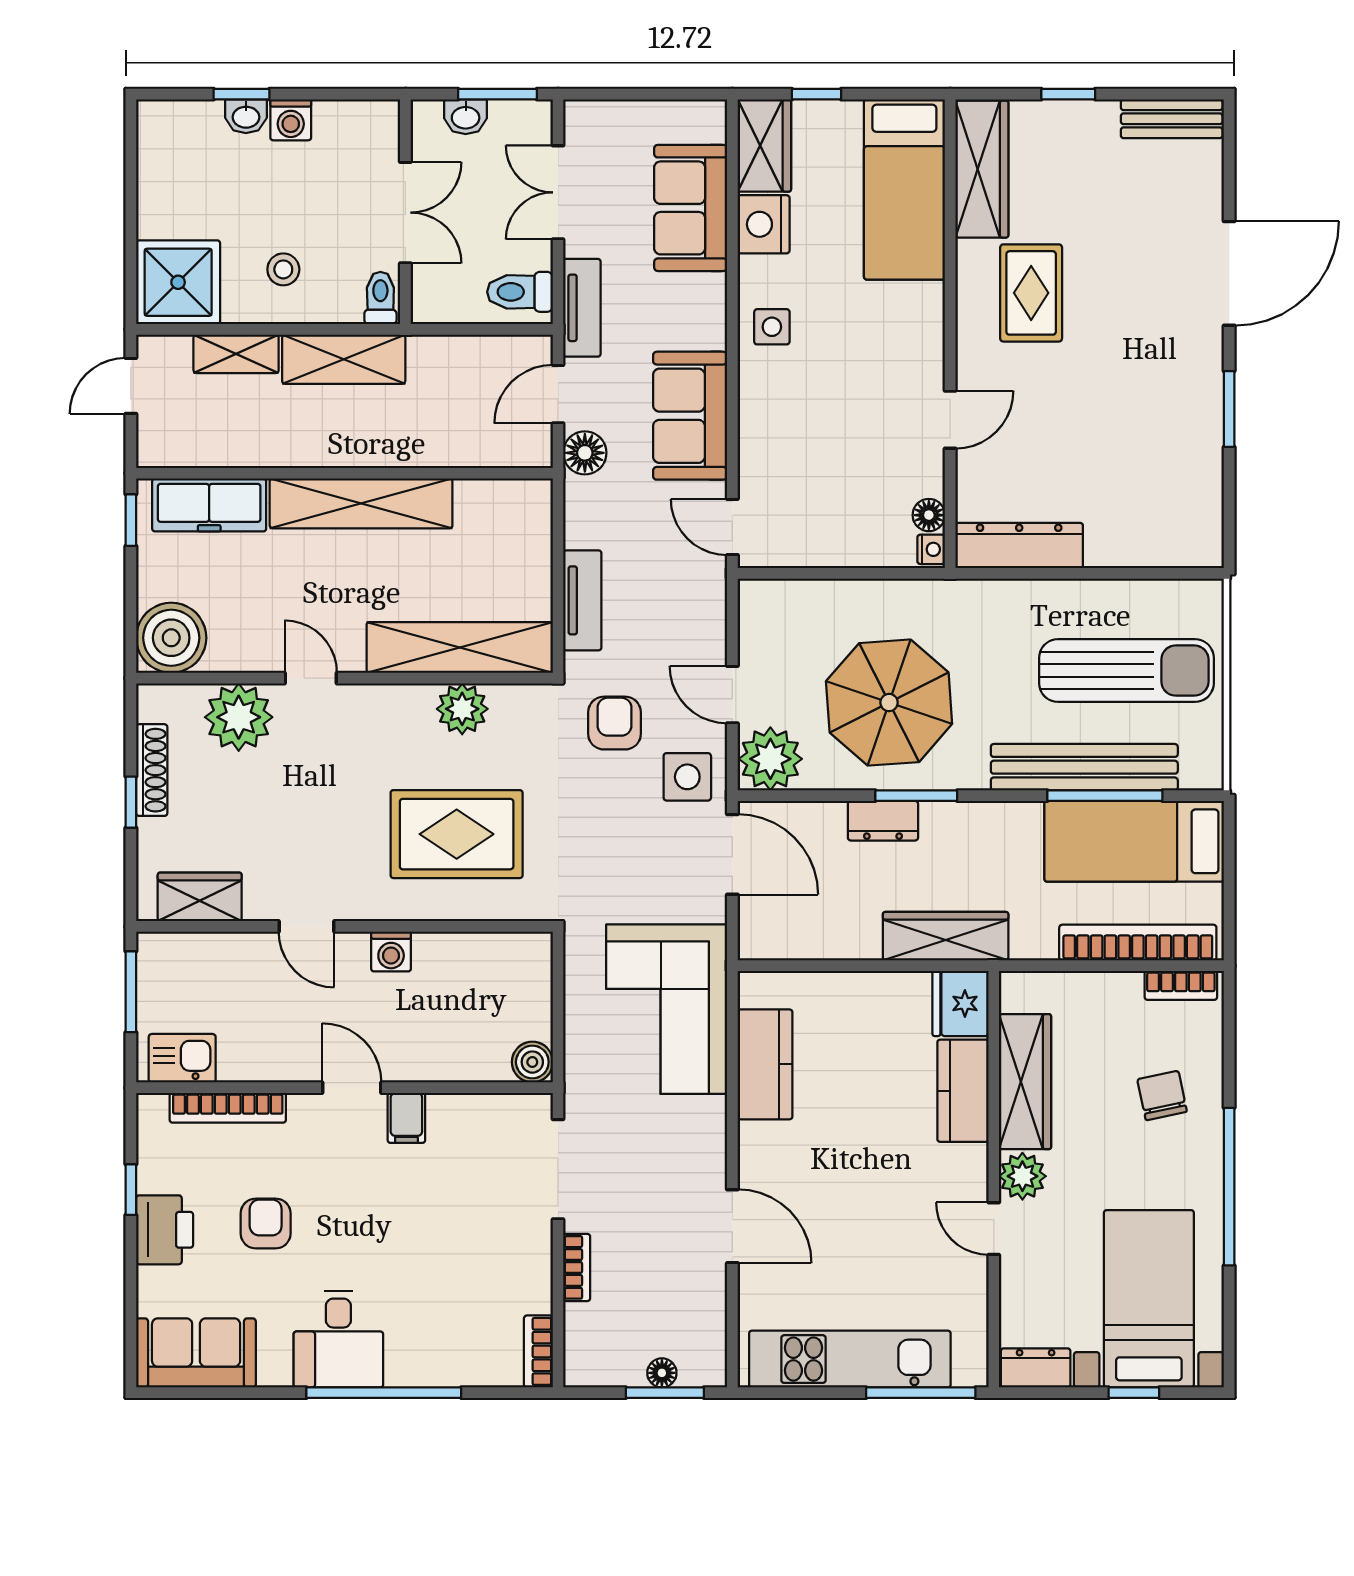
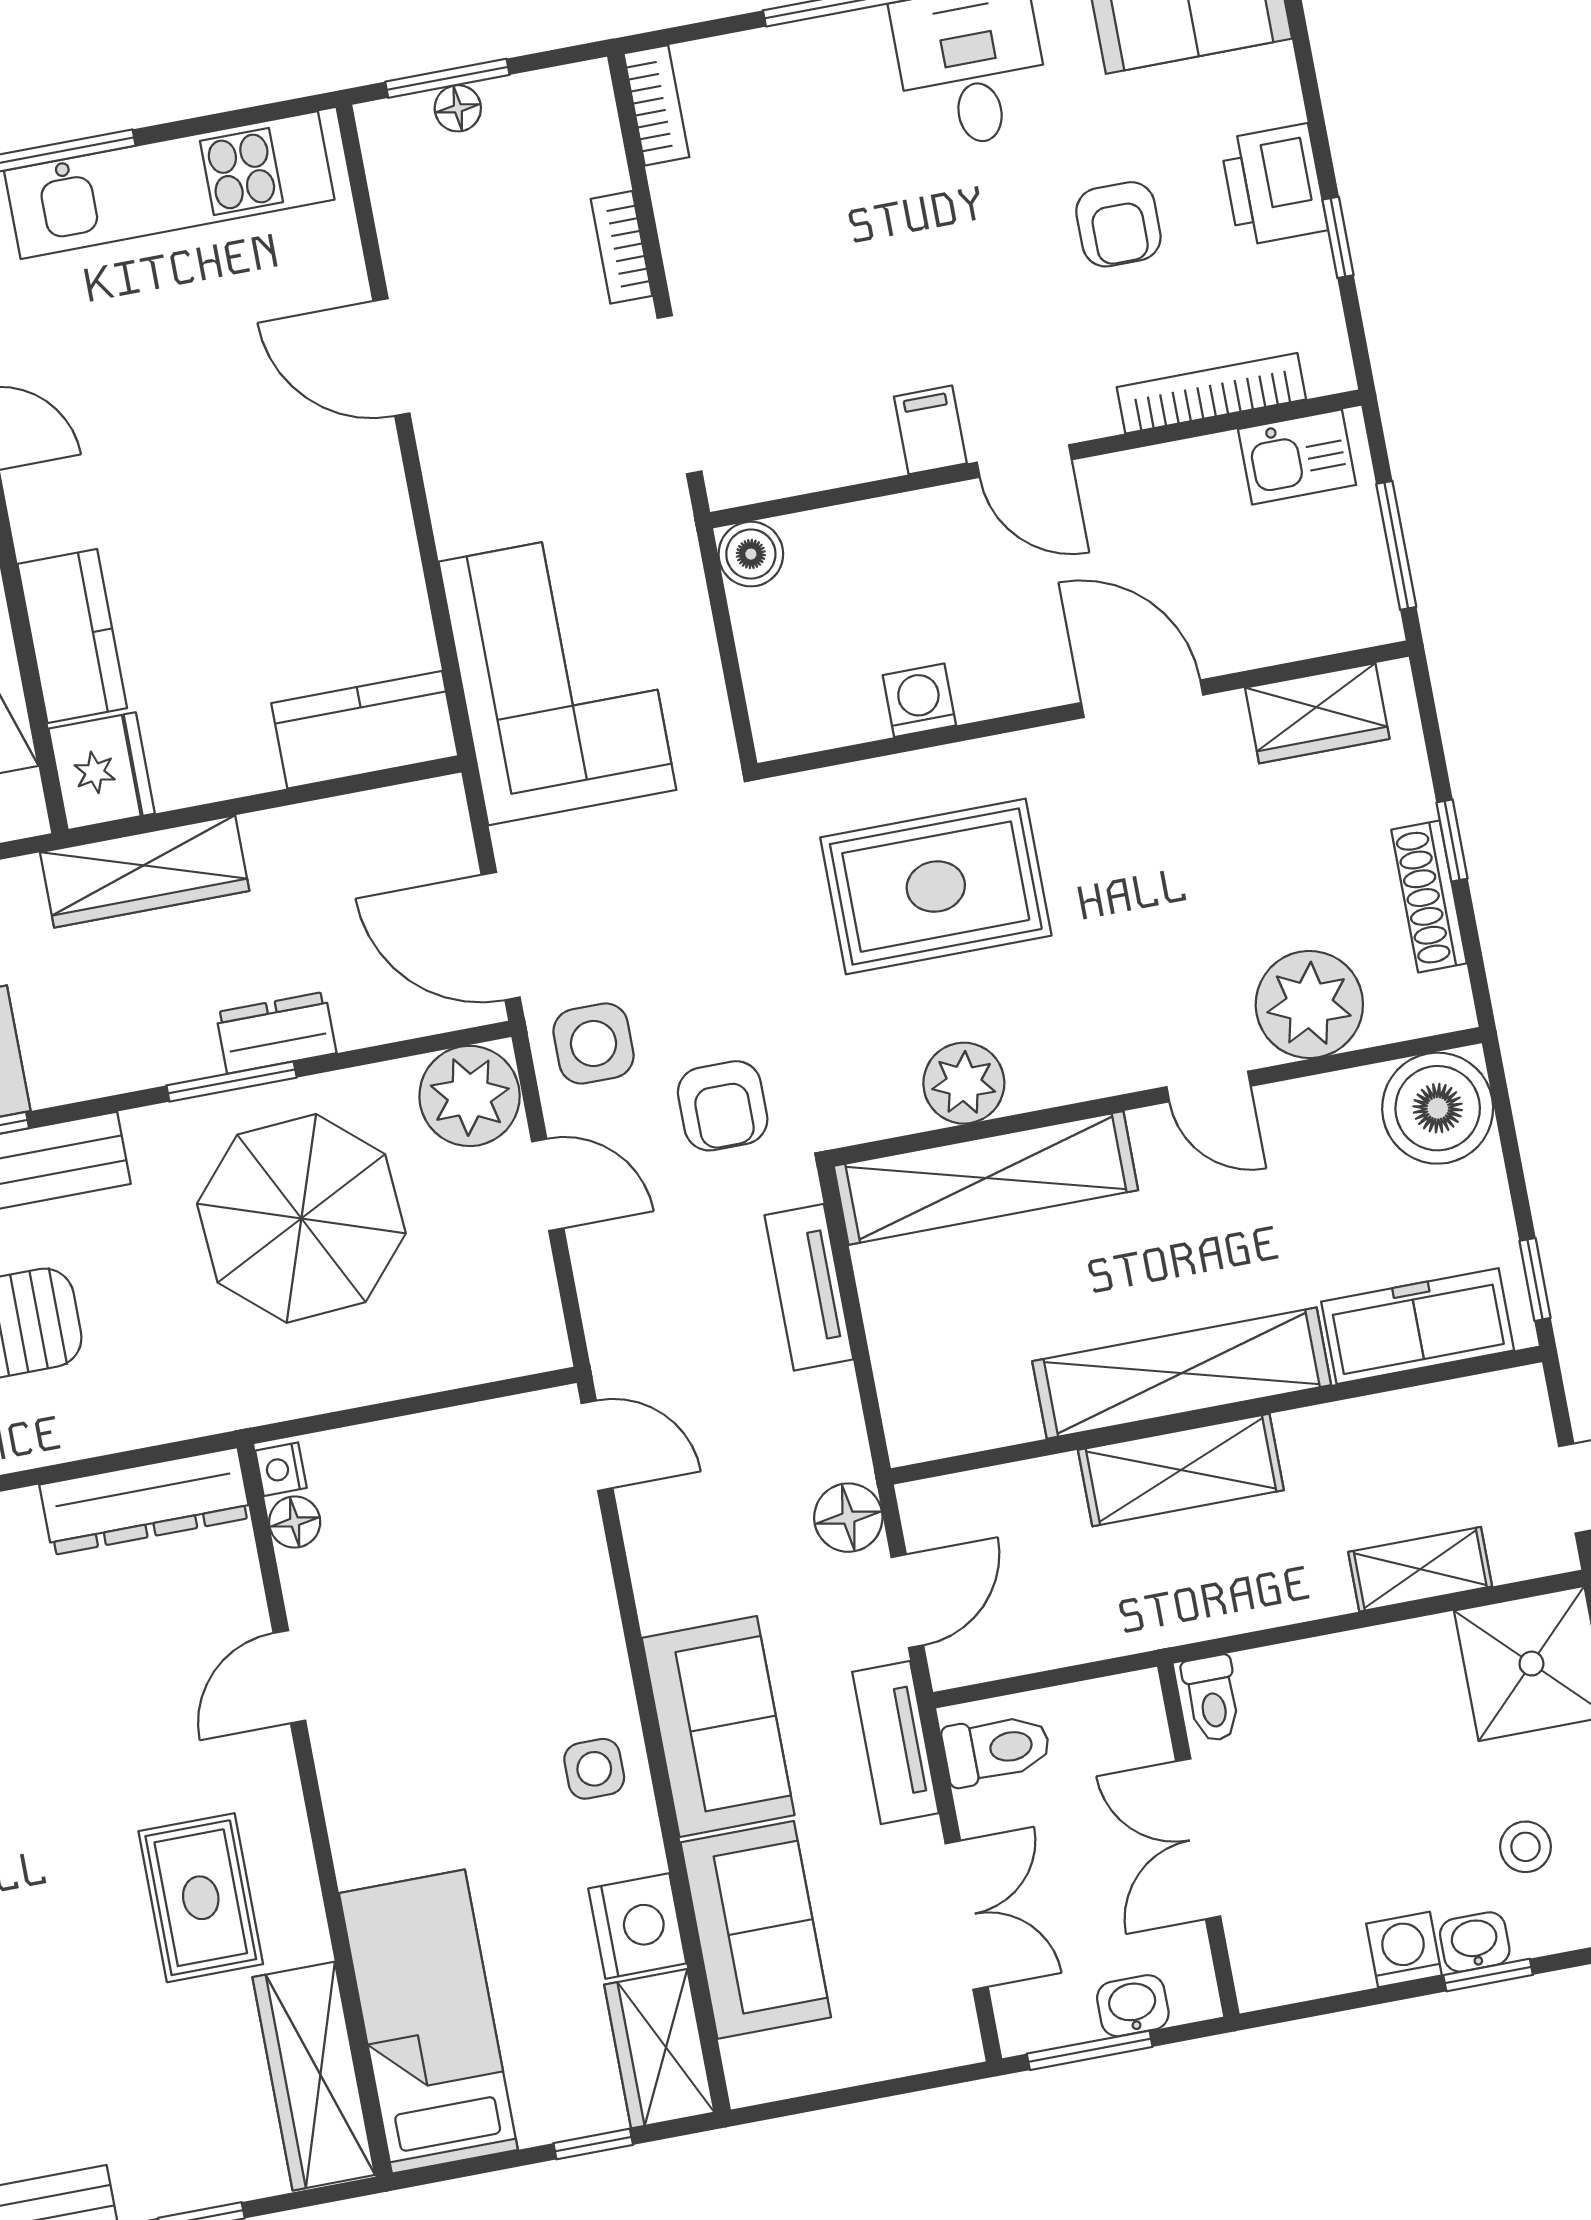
stool: (283, 269) -> (1525, 1847), moved
shelving: (344, 359) -> (1181, 1470), moved
sofa: (690, 416) -> (718, 1727), moved
door: (307, 926) -> (1142, 699), width x1.38
washing machine: (391, 952) -> (919, 700), moved
kitchen counter: (765, 1064) -> (365, 730), moved, turned 90

